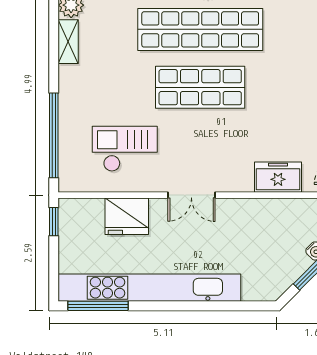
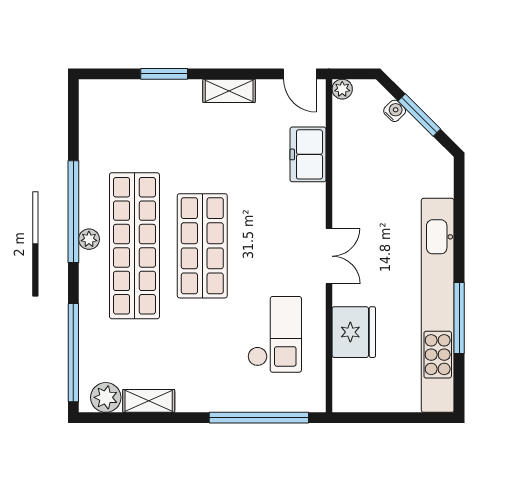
checkout: (125, 149) -> (275, 334), turned 180
window: (54, 222) -> (360, 418), removed
window: (98, 306) -> (459, 318), moved

